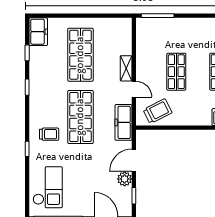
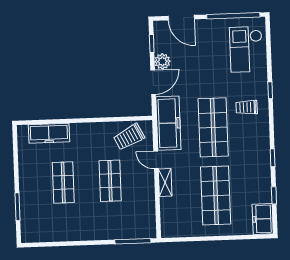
freezer: (123, 122) -> (168, 123), width x1.36, depth x1.26

